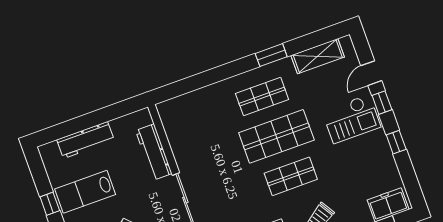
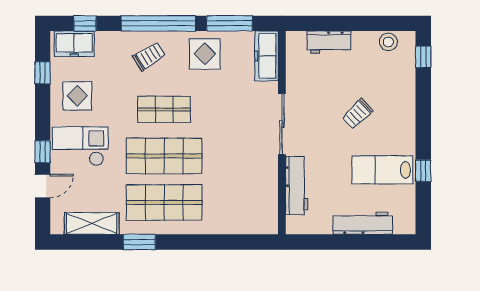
shop shelf: (262, 97) -> (164, 203), width x1.43, depth x1.36
window: (396, 142) -> (43, 73), moved
display table: (369, 161) -> (77, 96), added
lab bench: (85, 192) -> (382, 170), turned 180

